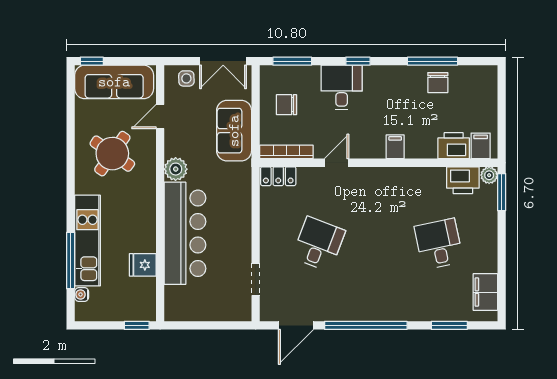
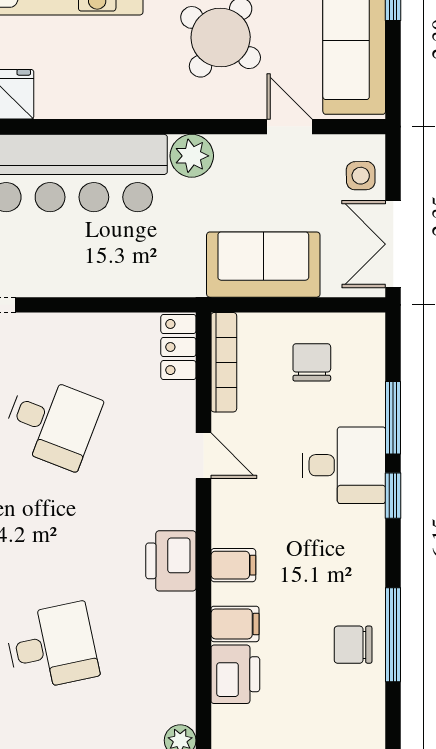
window: (292, 61) -> (393, 418), moved
filing cabinet: (481, 146) -> (235, 624), moved
printer: (463, 180) -> (171, 561), moved

